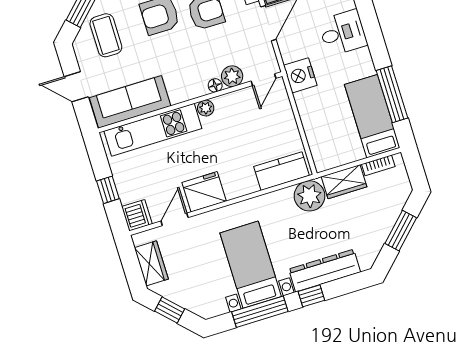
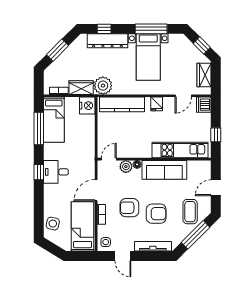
window: (370, 24) -> (39, 172), added
nightstand: (300, 75) -> (87, 106), moved
door: (76, 87) -> (216, 188), swing flipped
sofa: (130, 102) -> (164, 170), moved
plant: (206, 108) -> (146, 153), removed
kitchen counter: (281, 171) -> (122, 104), width x1.50
window: (108, 190) -> (216, 135), moved
fridge: (204, 192) -> (157, 104), width x0.53, depth x0.75
window: (311, 296) -> (104, 29), moved

